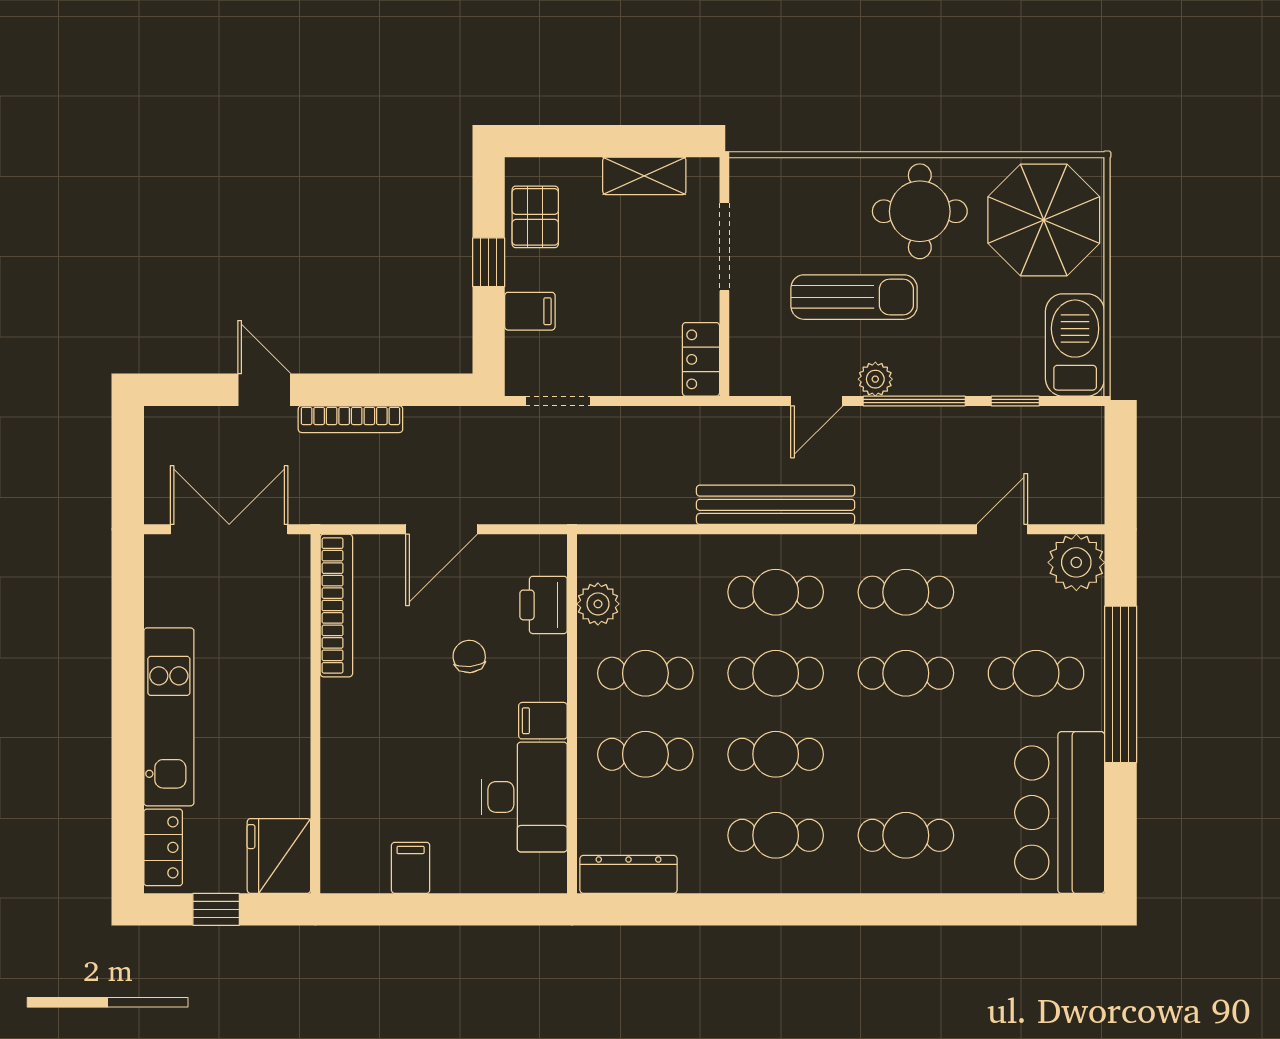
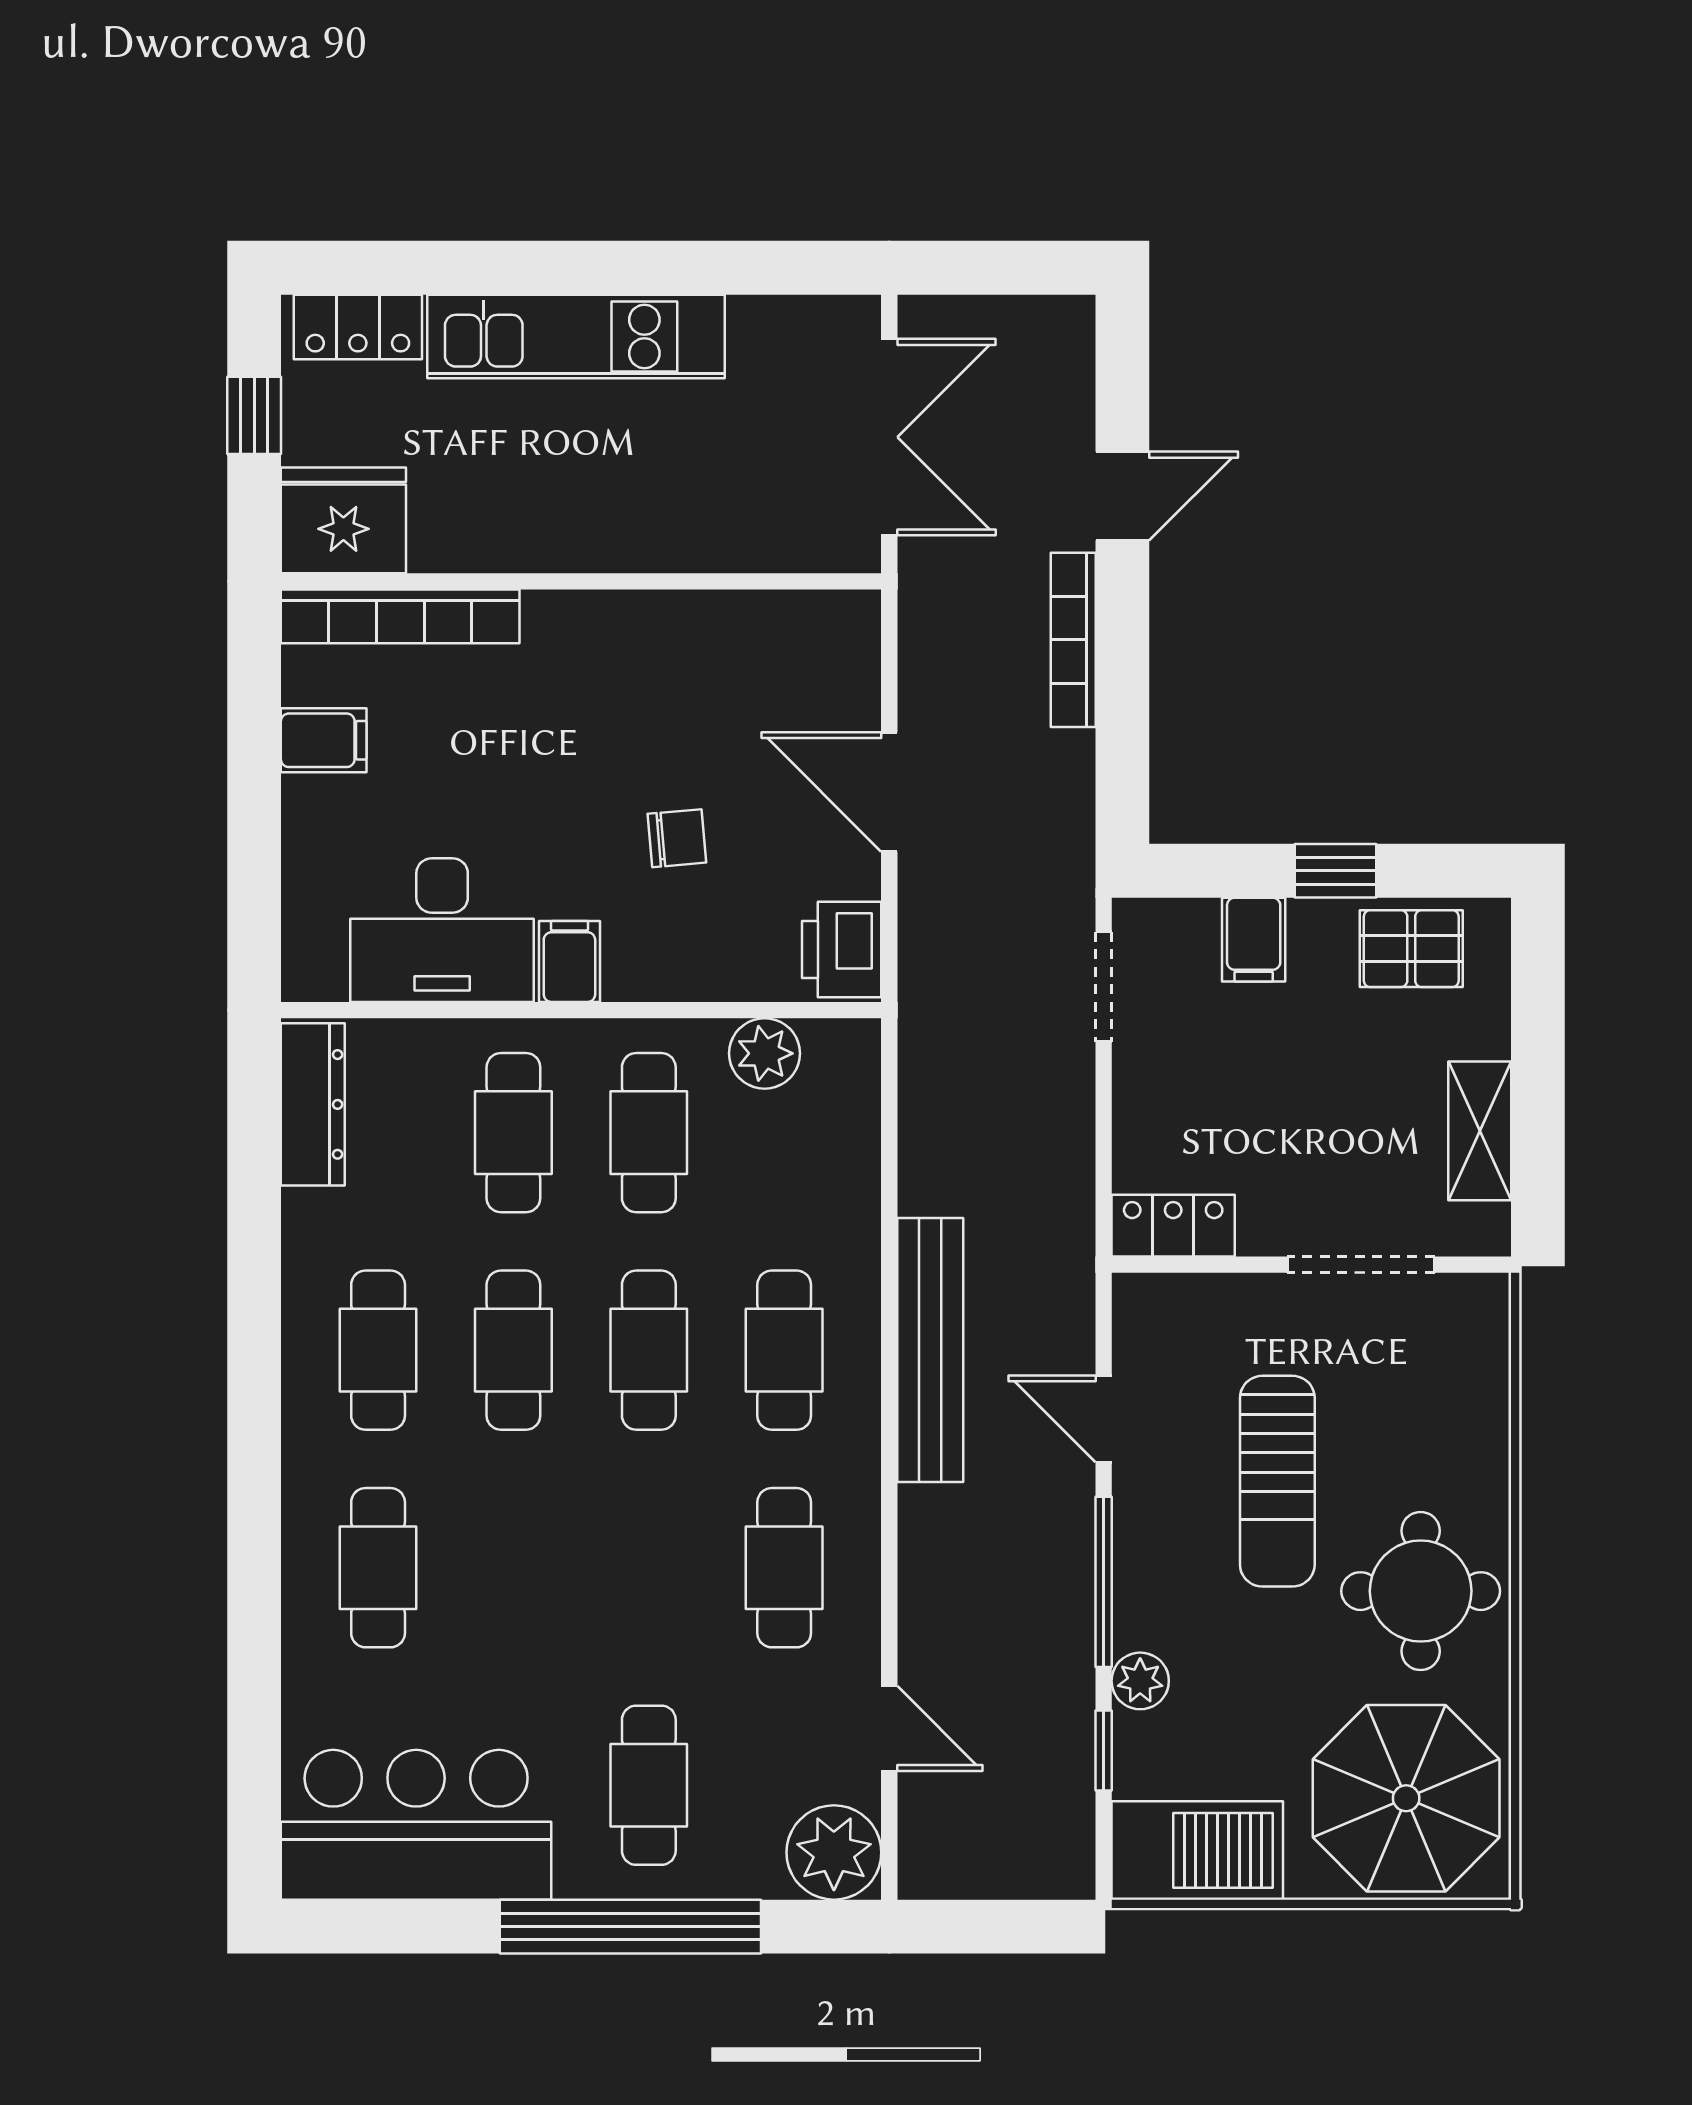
plant: (875, 379) -> (1140, 1681), moved
bookcase: (336, 605) -> (400, 616), moved
printer: (544, 605) -> (842, 950), moved, turned -90
cafe table: (906, 673) -> (649, 1568), removed

